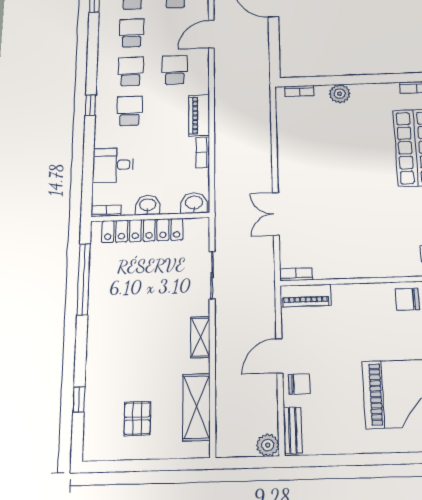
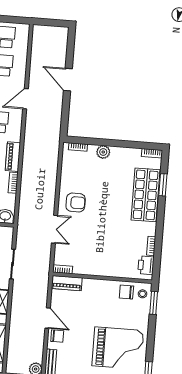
armchair: (305, 171) -> (76, 202), added
double door: (276, 214) -> (55, 229), swing flipped
door: (279, 356) -> (48, 318), swing flipped

